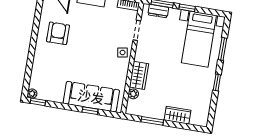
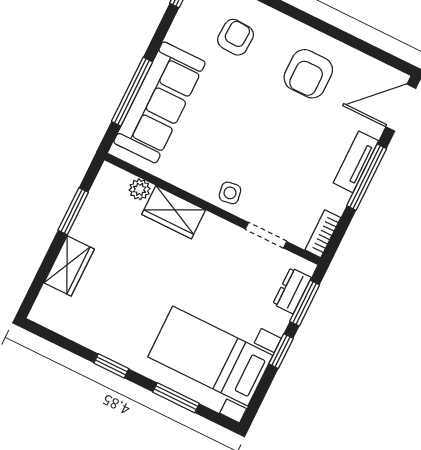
armchair: (58, 33) -> (308, 74), turned 90
armchair: (51, 71) -> (236, 37), added
window: (90, 111) -> (132, 92), width x2.17

